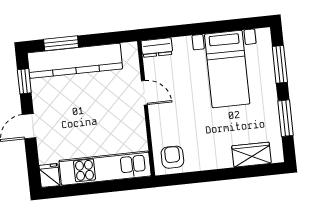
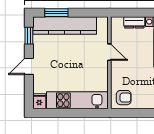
dresser: (157, 48) -> (134, 22), moved
armchair: (172, 157) -> (124, 98), turned 90

